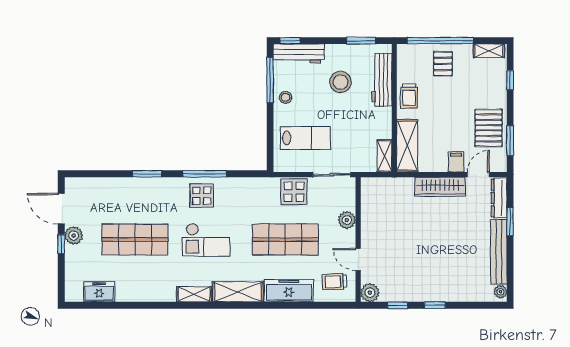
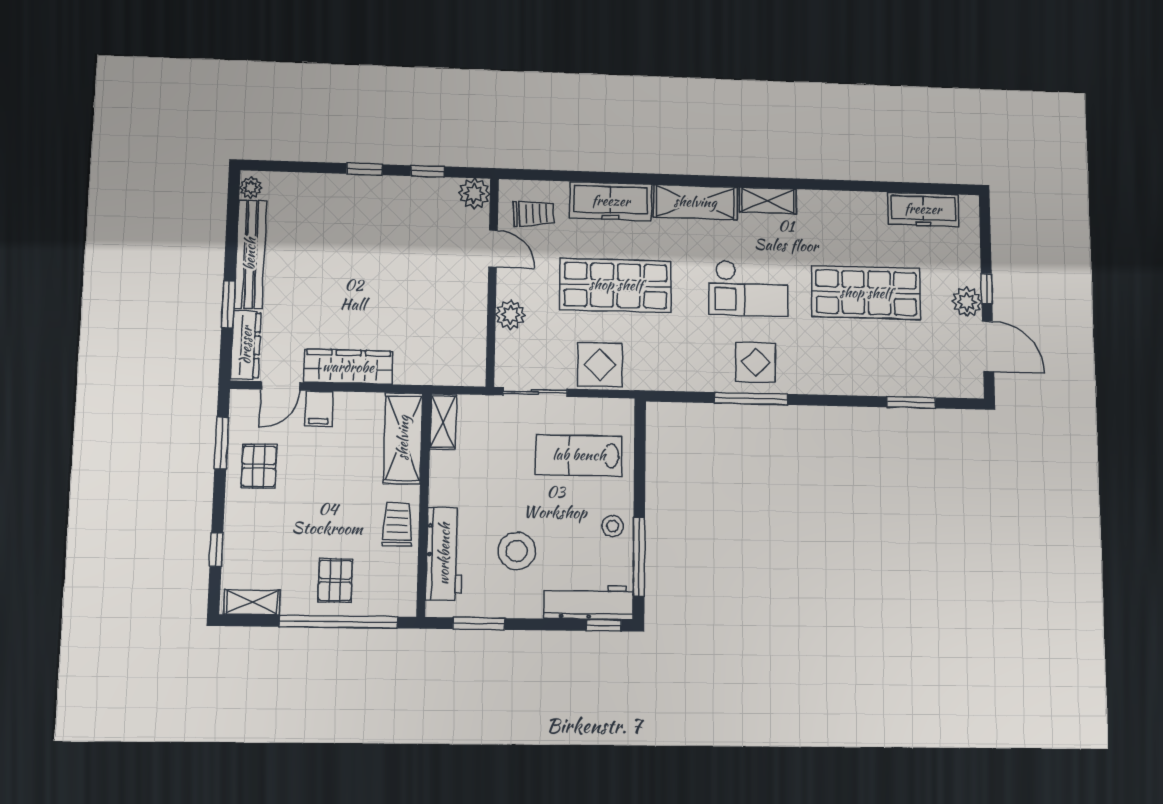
pallet: (489, 128) -> (259, 466), width x0.67, depth x0.71
window: (147, 174) -> (911, 402), moved
checkout: (206, 240) -> (748, 288), turned 180
freezer: (99, 292) -> (923, 209), width x1.40

